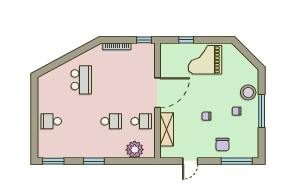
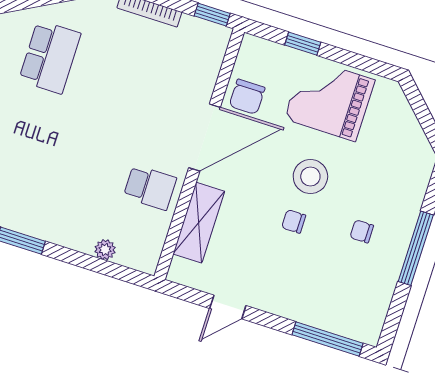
stool: (248, 92) -> (310, 176), moved
school desk: (111, 121) -> (86, 167), removed
chair: (222, 145) -> (247, 97), moved
plant: (135, 150) -> (105, 250), width x0.53, depth x0.53

